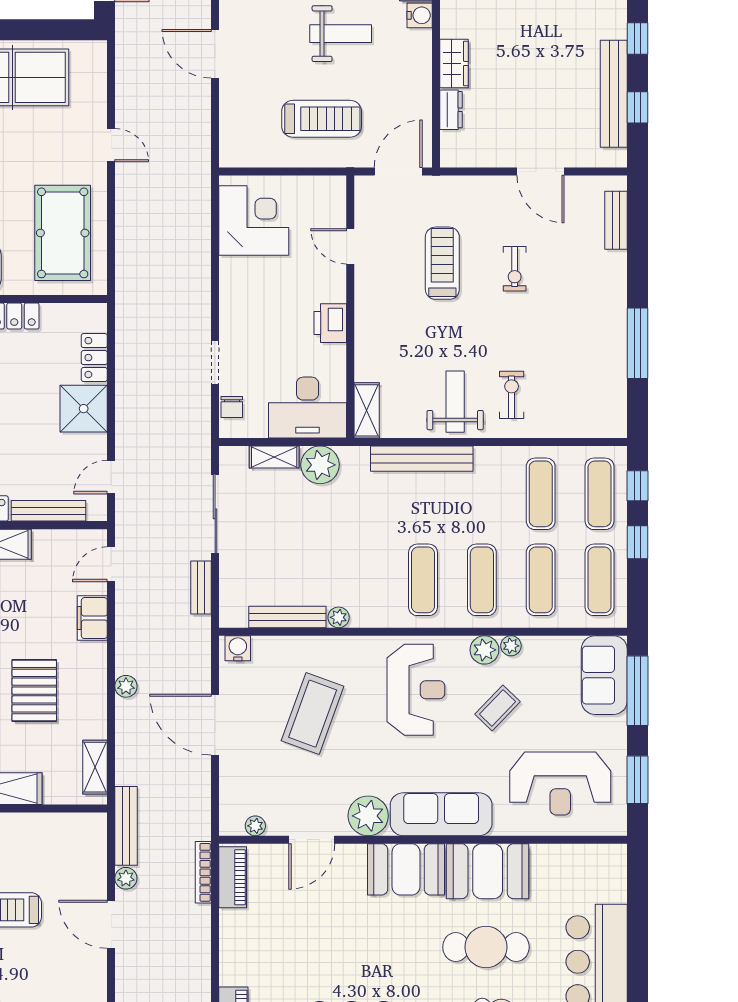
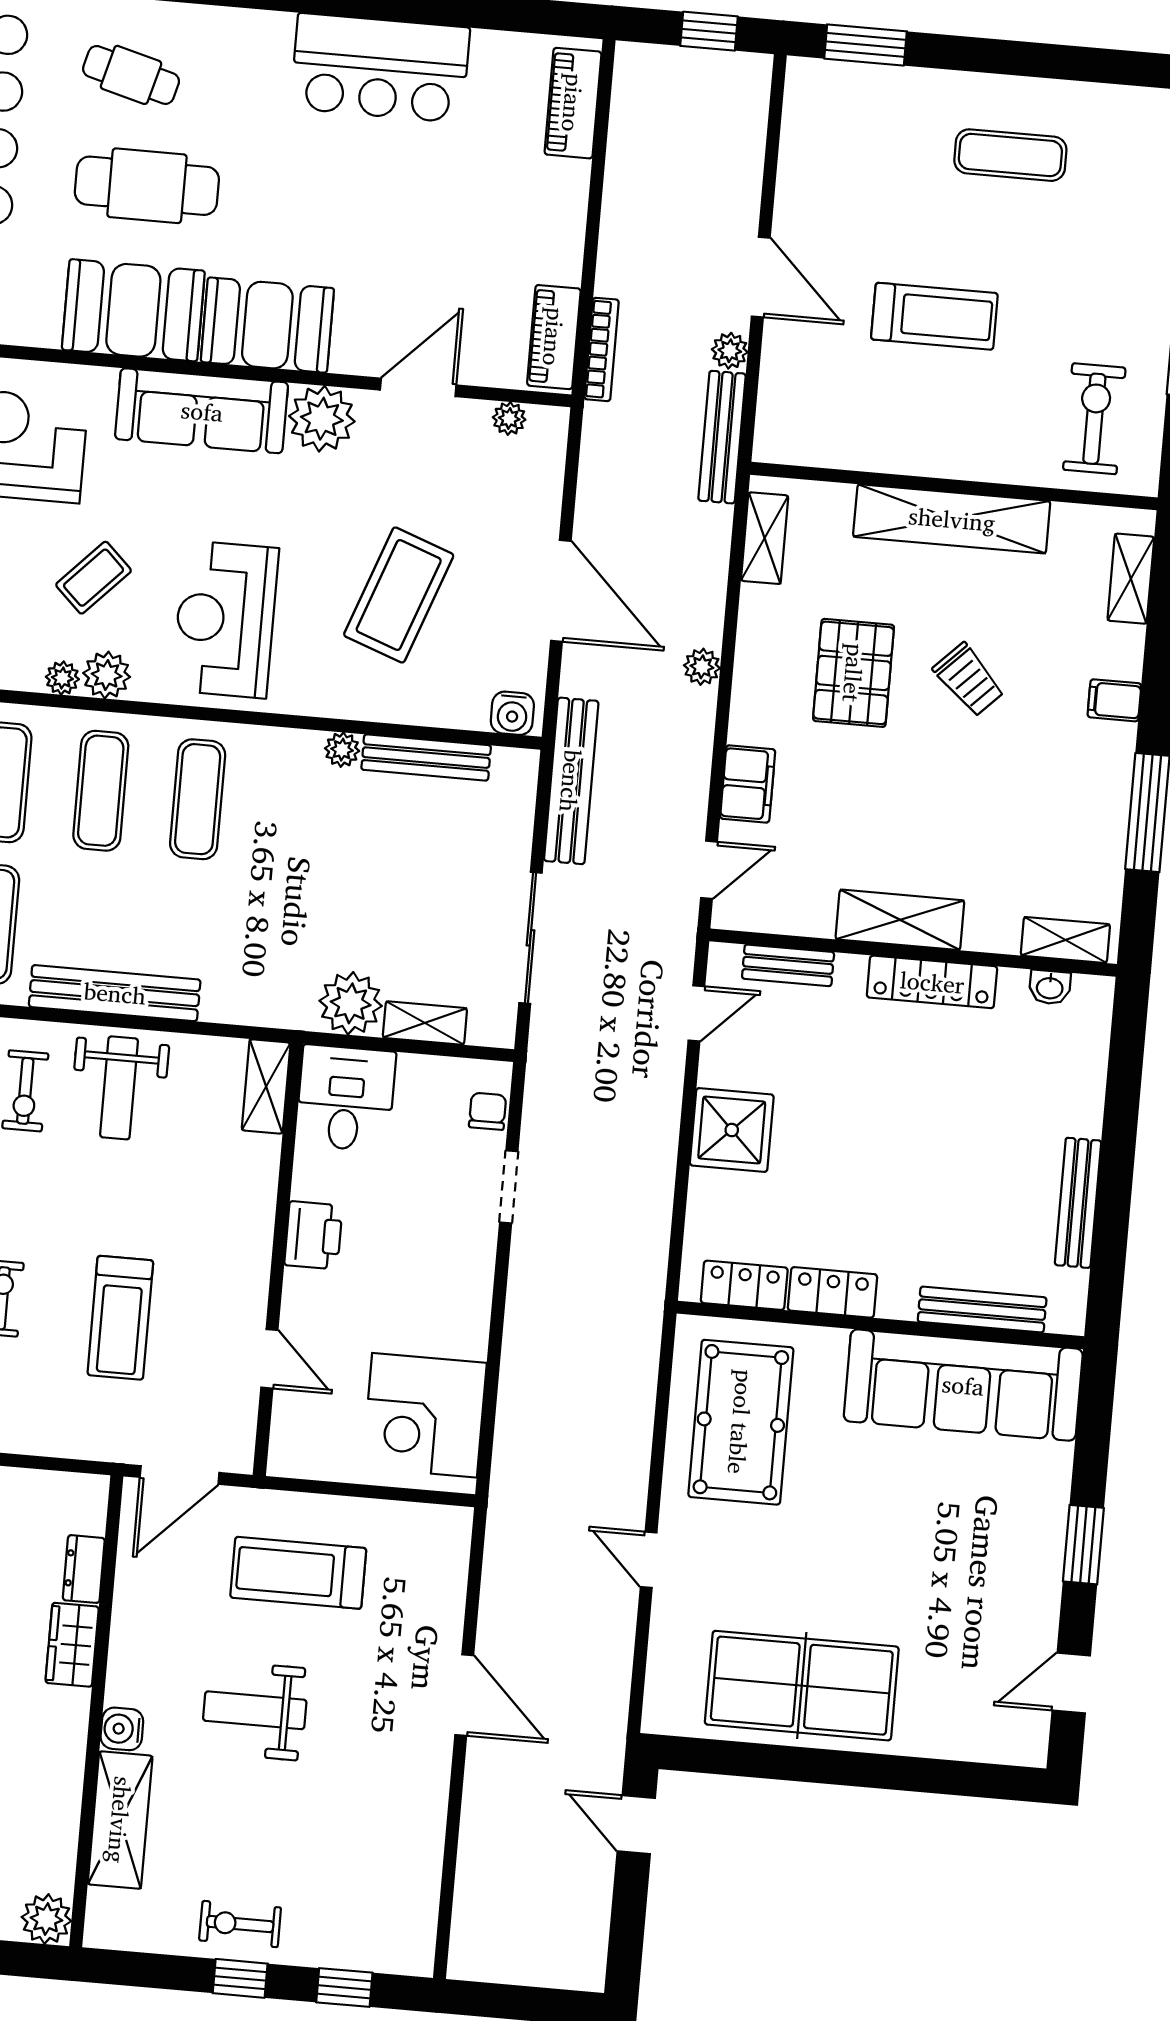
locker: (94, 358) -> (744, 1285), moved, turned -90
desk: (307, 407) -> (346, 1098), width x0.73
bench: (422, 459) -> (115, 993), moved
bench: (48, 511) -> (788, 965), width x0.73
bench: (201, 588) -> (571, 781), width x1.86, depth x1.21

